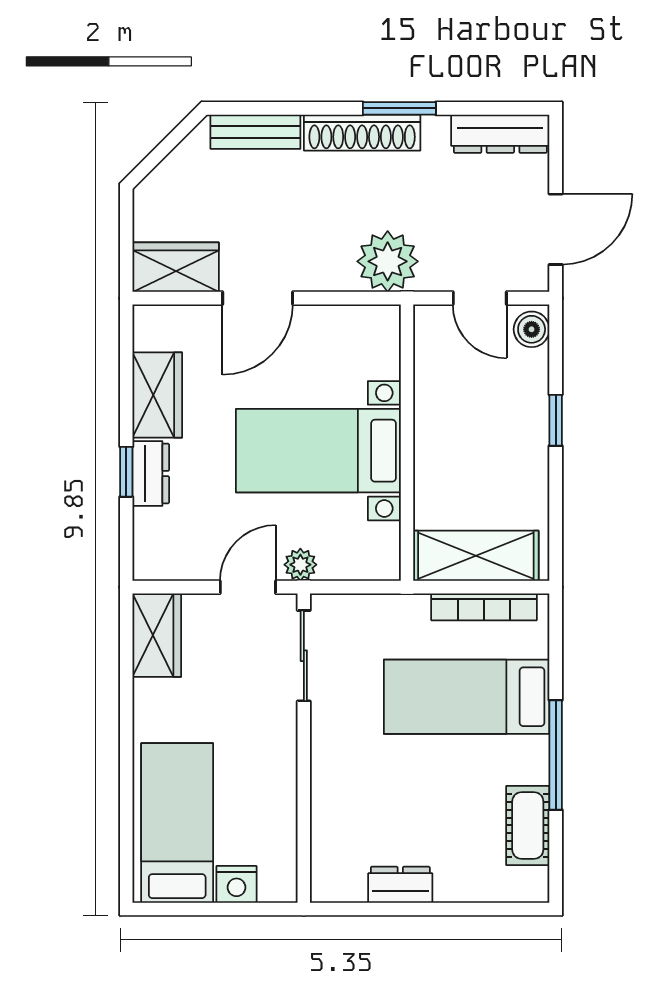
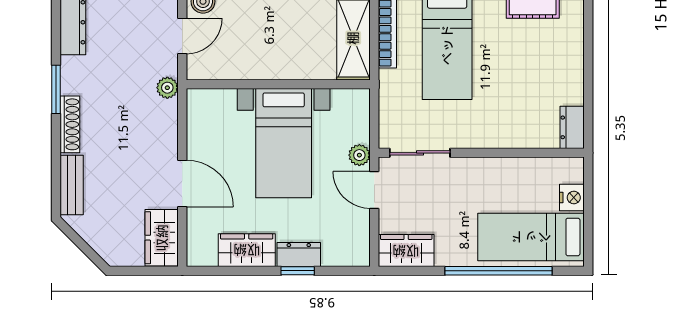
shoe rack: (362, 133) -> (70, 124), width x0.74, depth x0.81
plant: (388, 261) -> (167, 88), width x0.53, depth x0.53
window: (126, 774) -> (499, 271), added
dresser: (400, 885) -> (572, 127), moved

